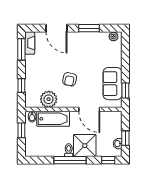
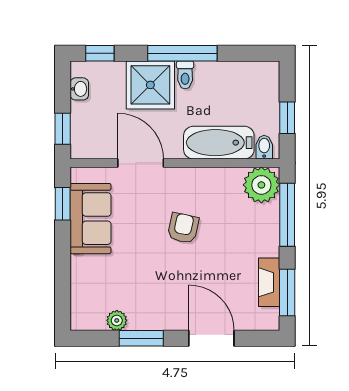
plant: (113, 36) -> (117, 320), moved
fireplace: (30, 43) -> (269, 282), moved
window: (21, 85) -> (287, 215), width x2.17
plant: (49, 99) -> (261, 185), moved
window: (125, 138) -> (63, 129), moved

